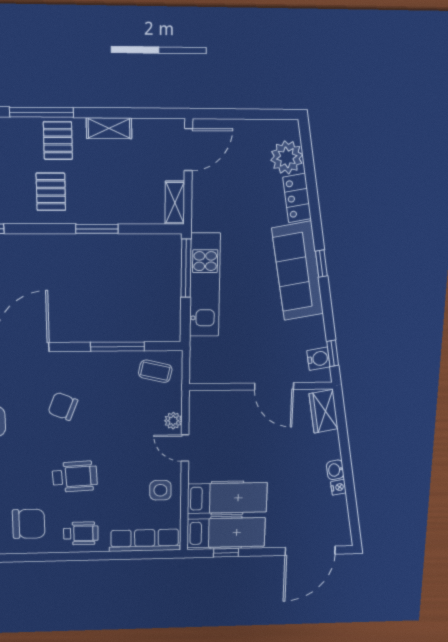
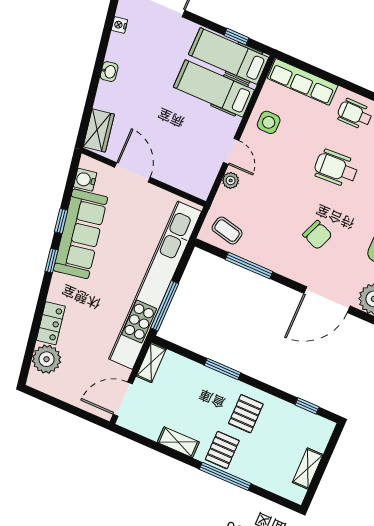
sofa: (298, 271) -> (81, 234), moved
kitchen unit: (205, 285) -> (155, 285), width x1.86
window: (333, 353) -> (61, 221), moved
nightstand: (338, 487) -> (119, 25), moved

